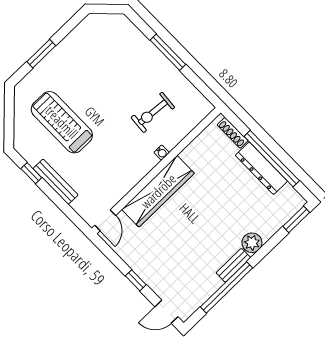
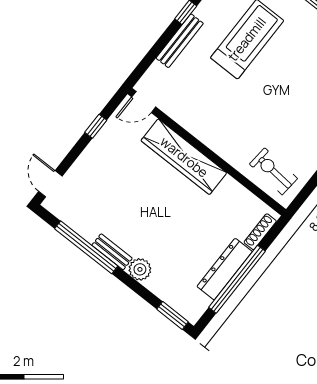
exercise bike: (153, 112) -> (273, 171), moved
water cooler: (162, 153) -> (228, 155), removed
window: (136, 280) -> (96, 126), moved

